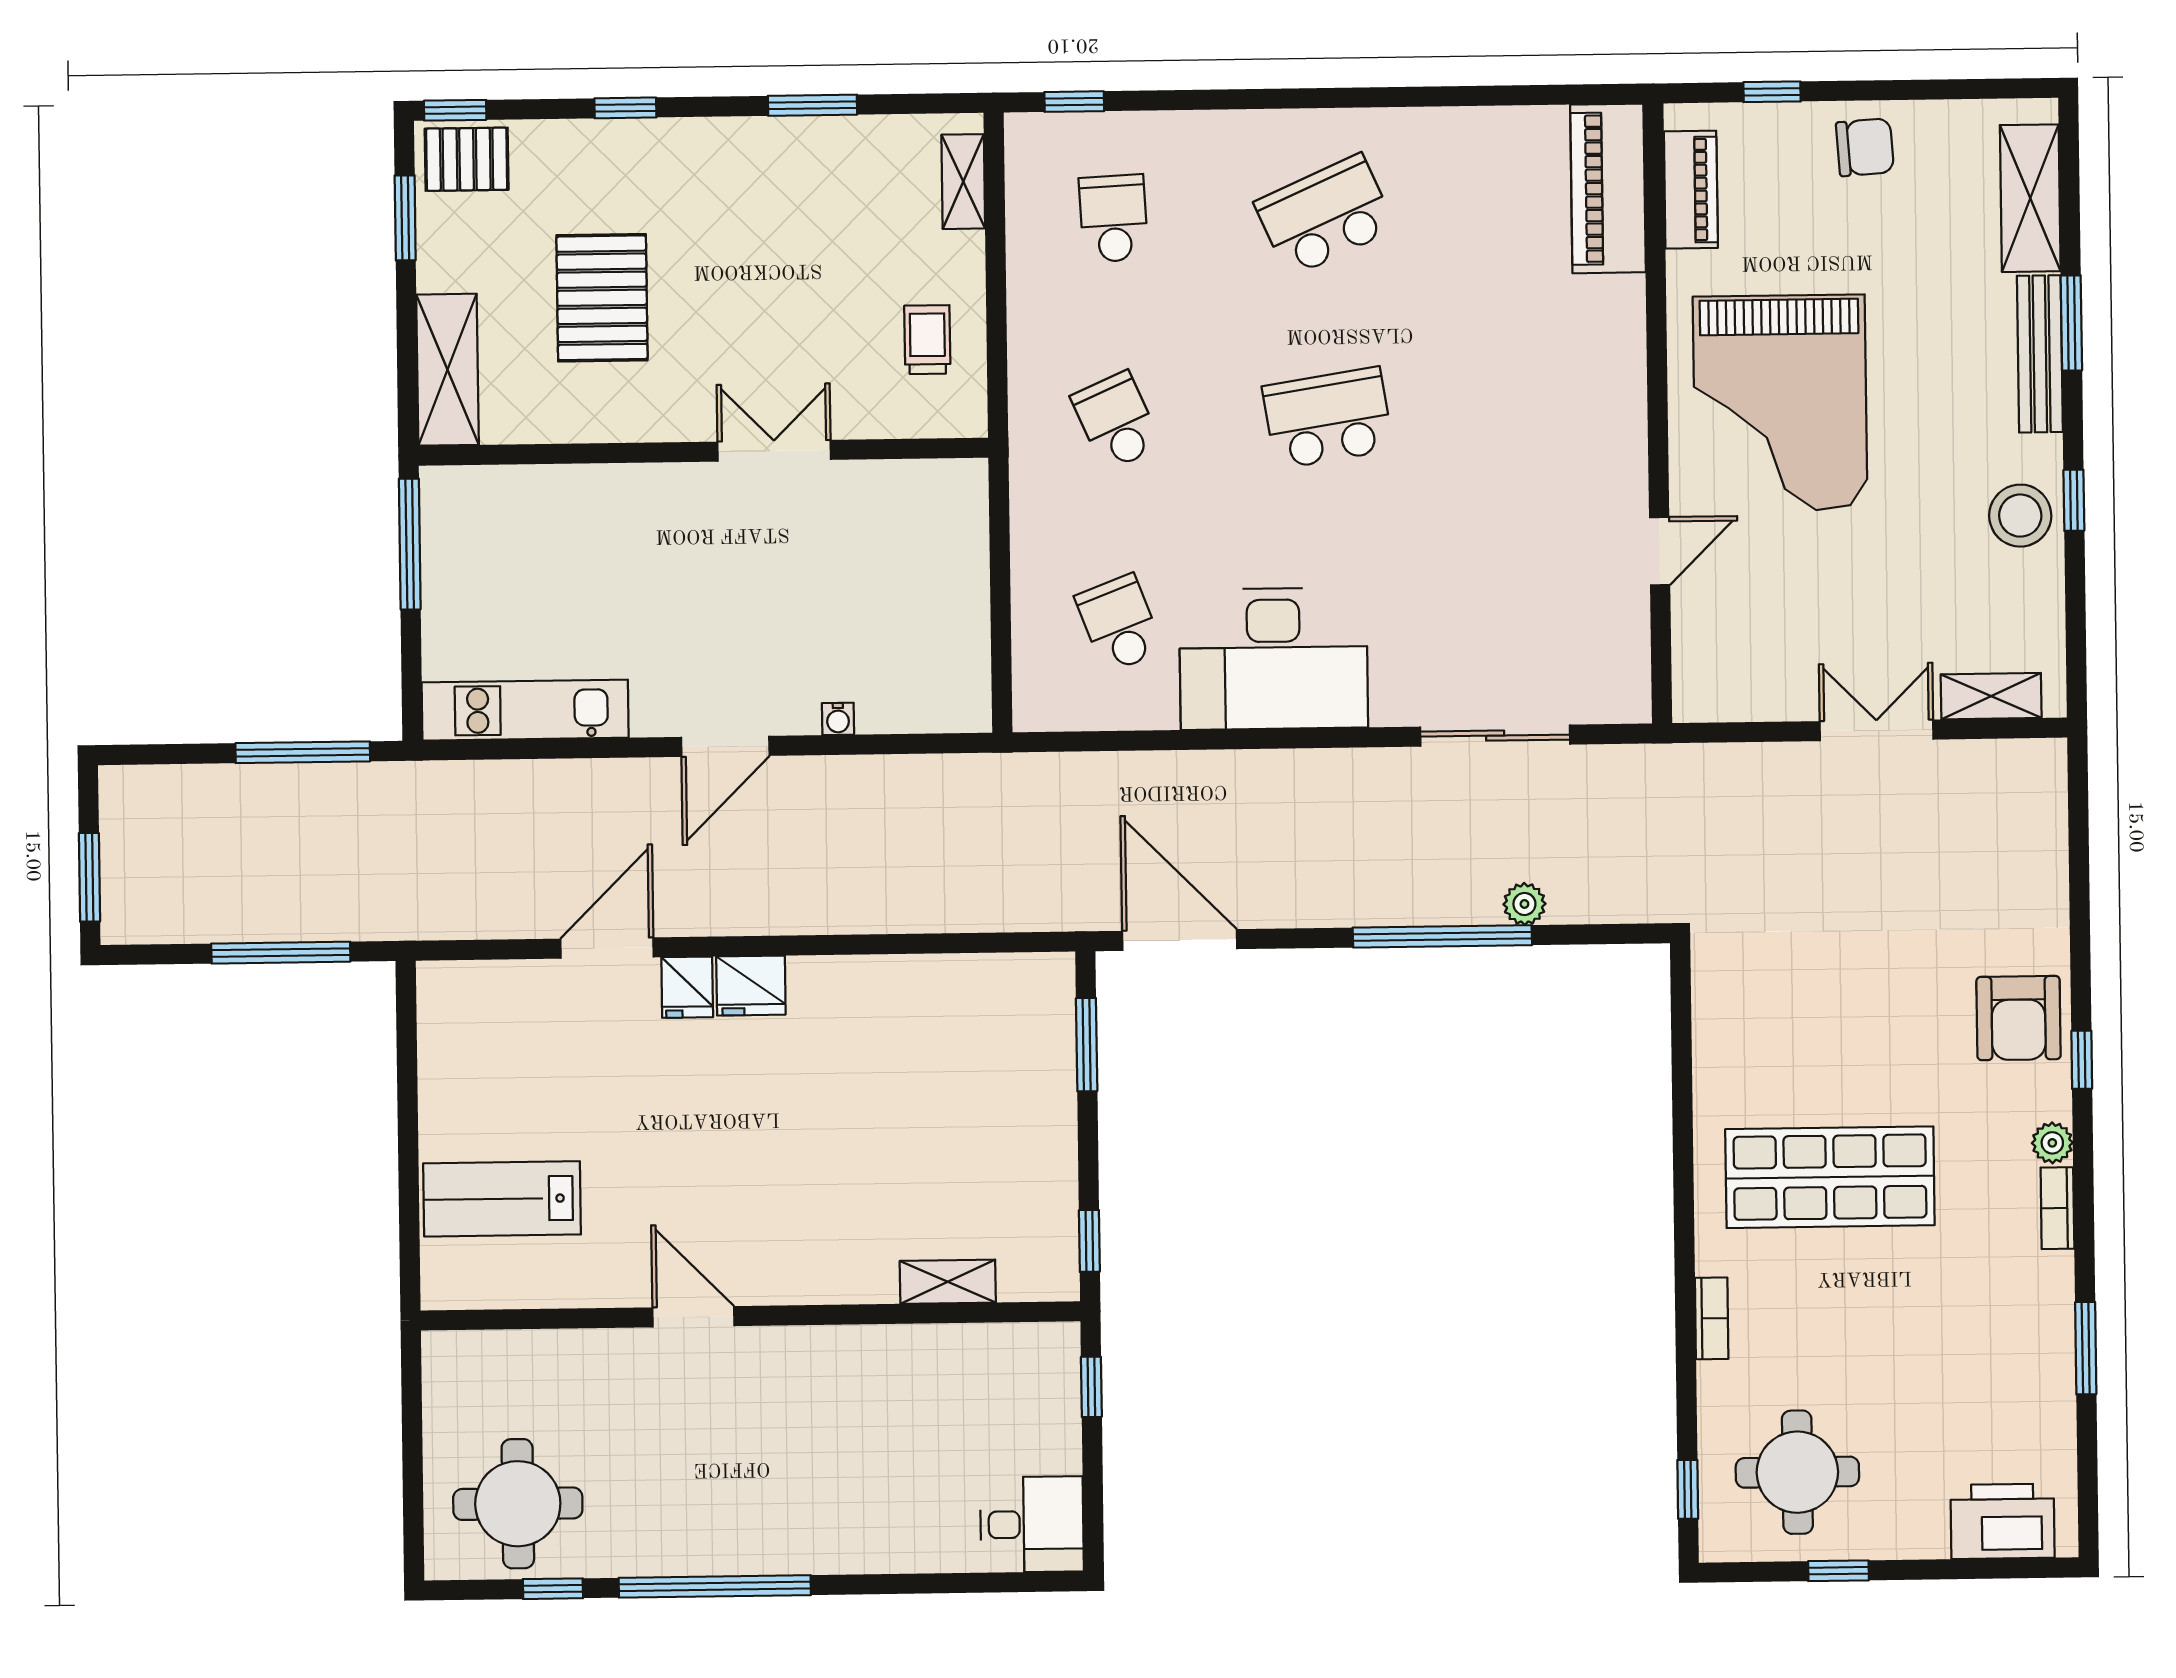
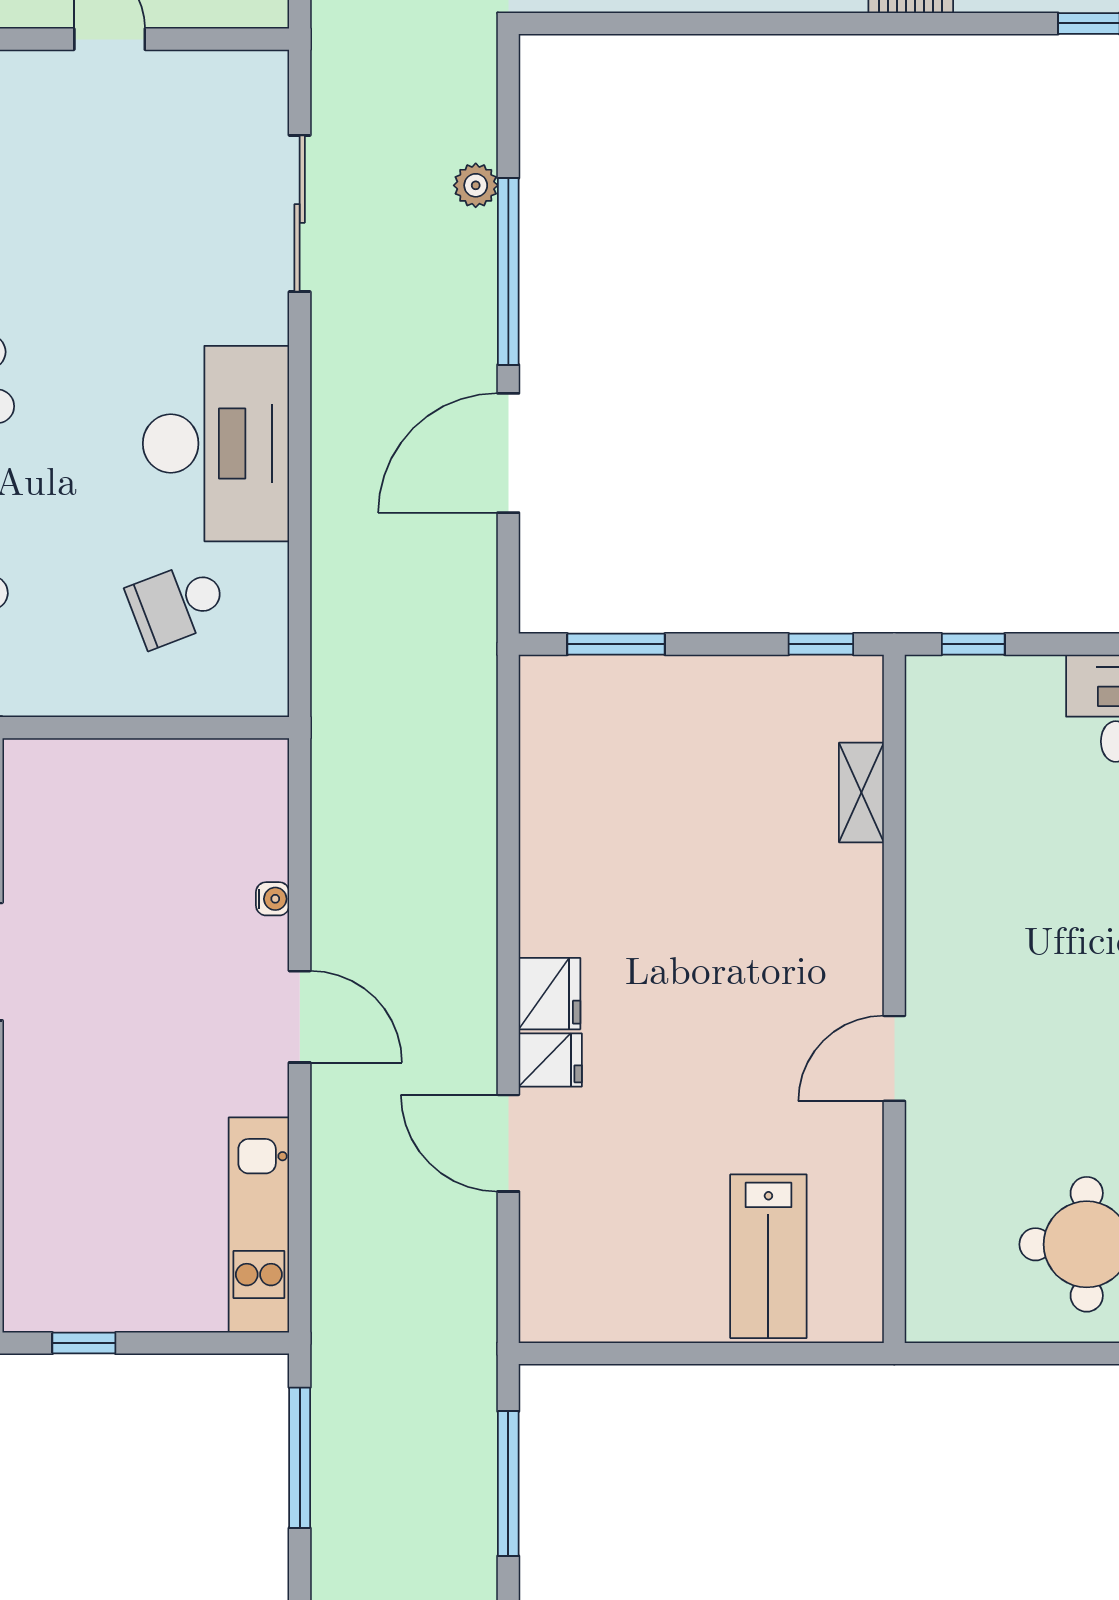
window: (410, 544) -> (84, 1343), width x0.46
door: (1180, 940) -> (508, 453), moved

